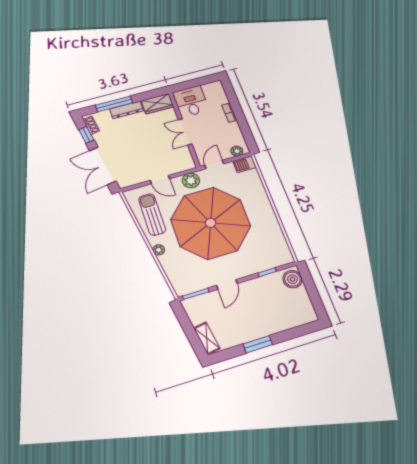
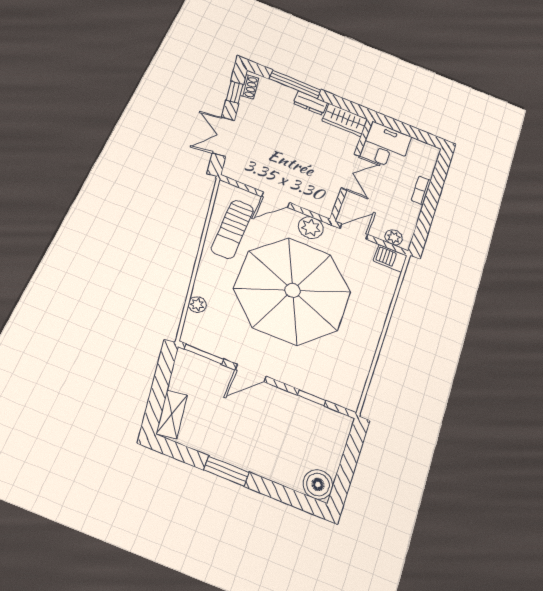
dresser: (127, 110) -> (310, 103), width x0.70
double door: (185, 132) -> (350, 172), swing flipped
double door: (103, 166) -> (223, 137), width x0.73
door: (160, 180) -> (276, 200), hinge flipped
sun lounger: (152, 214) -> (232, 229), turned 180
plant: (159, 250) -> (197, 305), moved
boiler: (292, 279) -> (318, 484), moved

